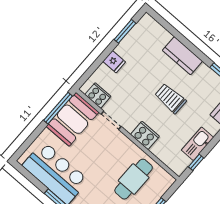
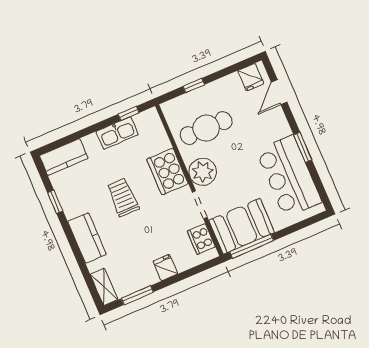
shelving: (153, 26) -> (104, 287), added
trolley: (170, 98) -> (123, 197), turned 180
cooker: (145, 135) -> (167, 172), width x1.37, depth x1.31
plant: (121, 146) -> (203, 172), added

